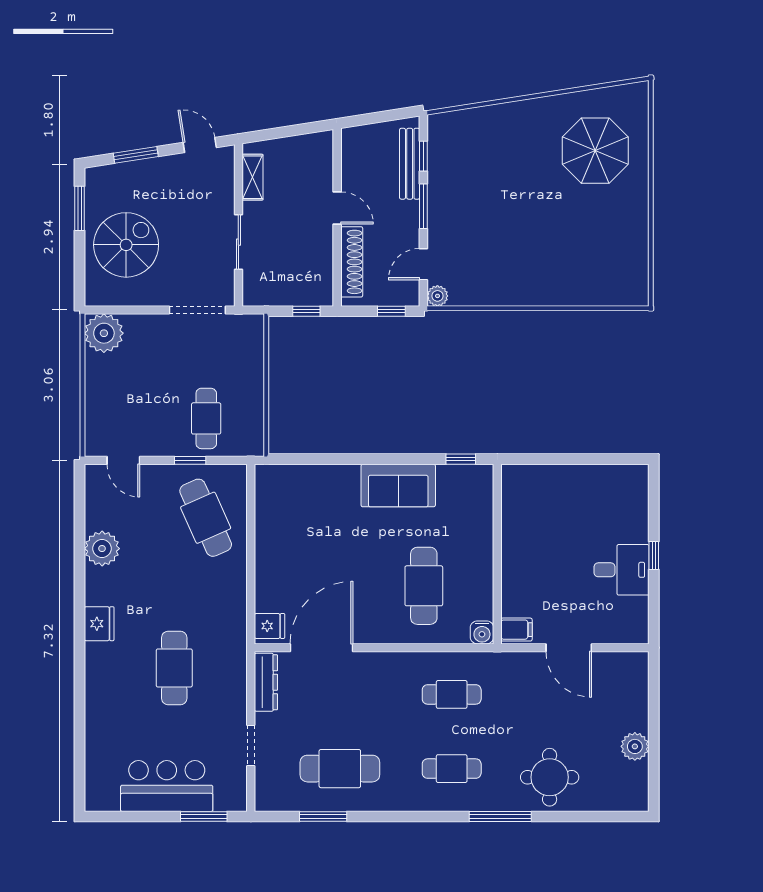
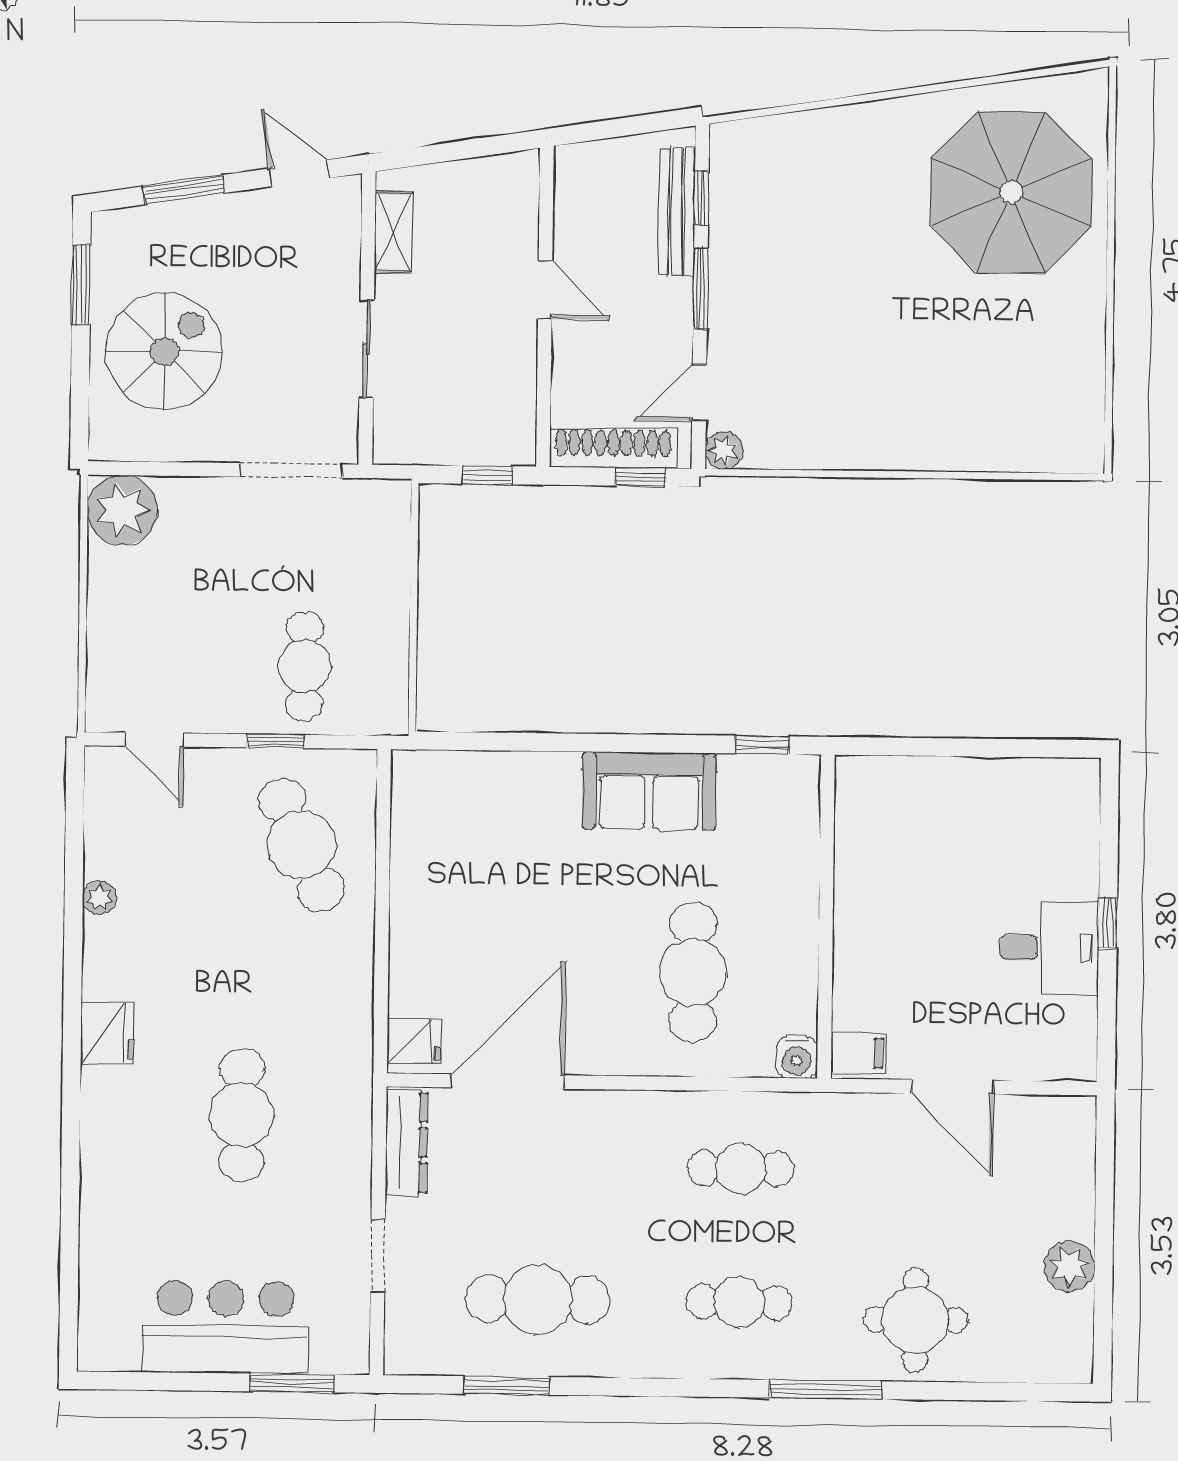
parasol: (595, 151) -> (1011, 192), width x1.36, depth x1.36
shoe rack: (352, 262) -> (613, 448), moved, turned -90
plant: (102, 549) -> (99, 898), width x0.53, depth x0.53

